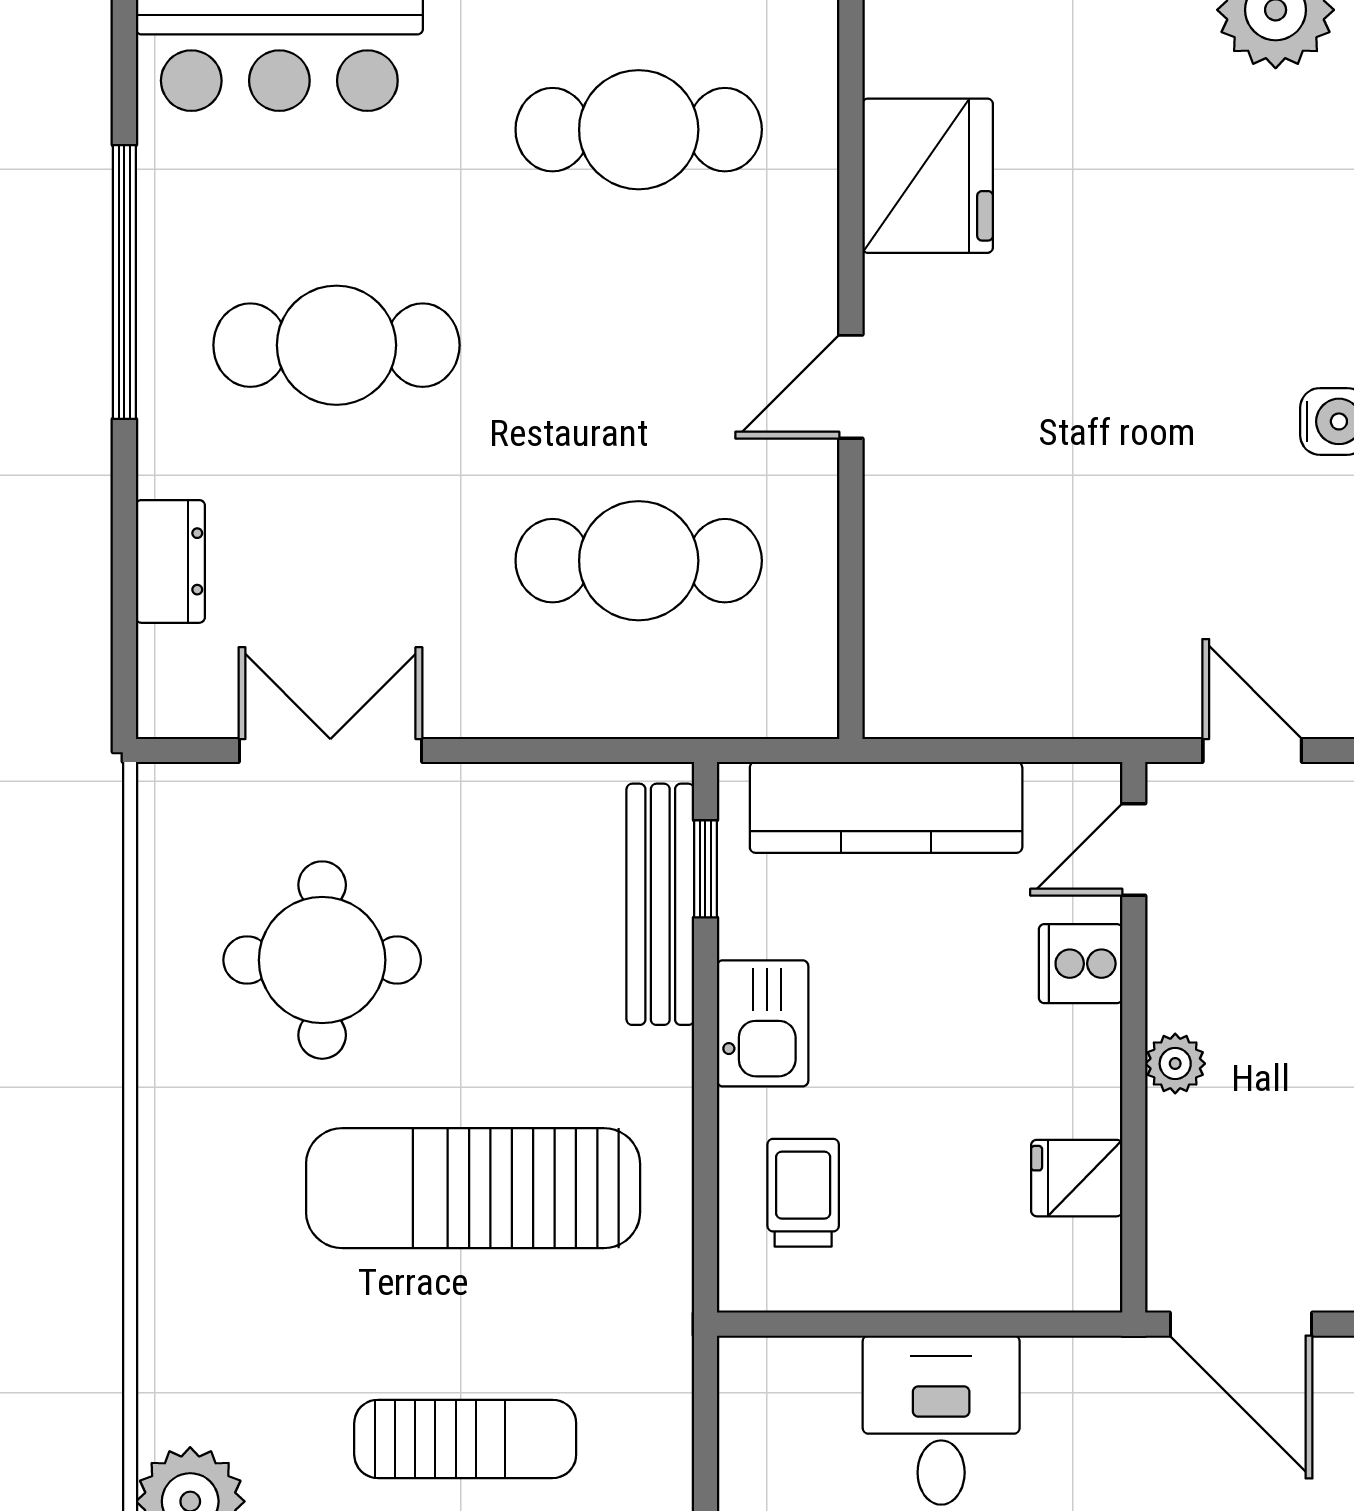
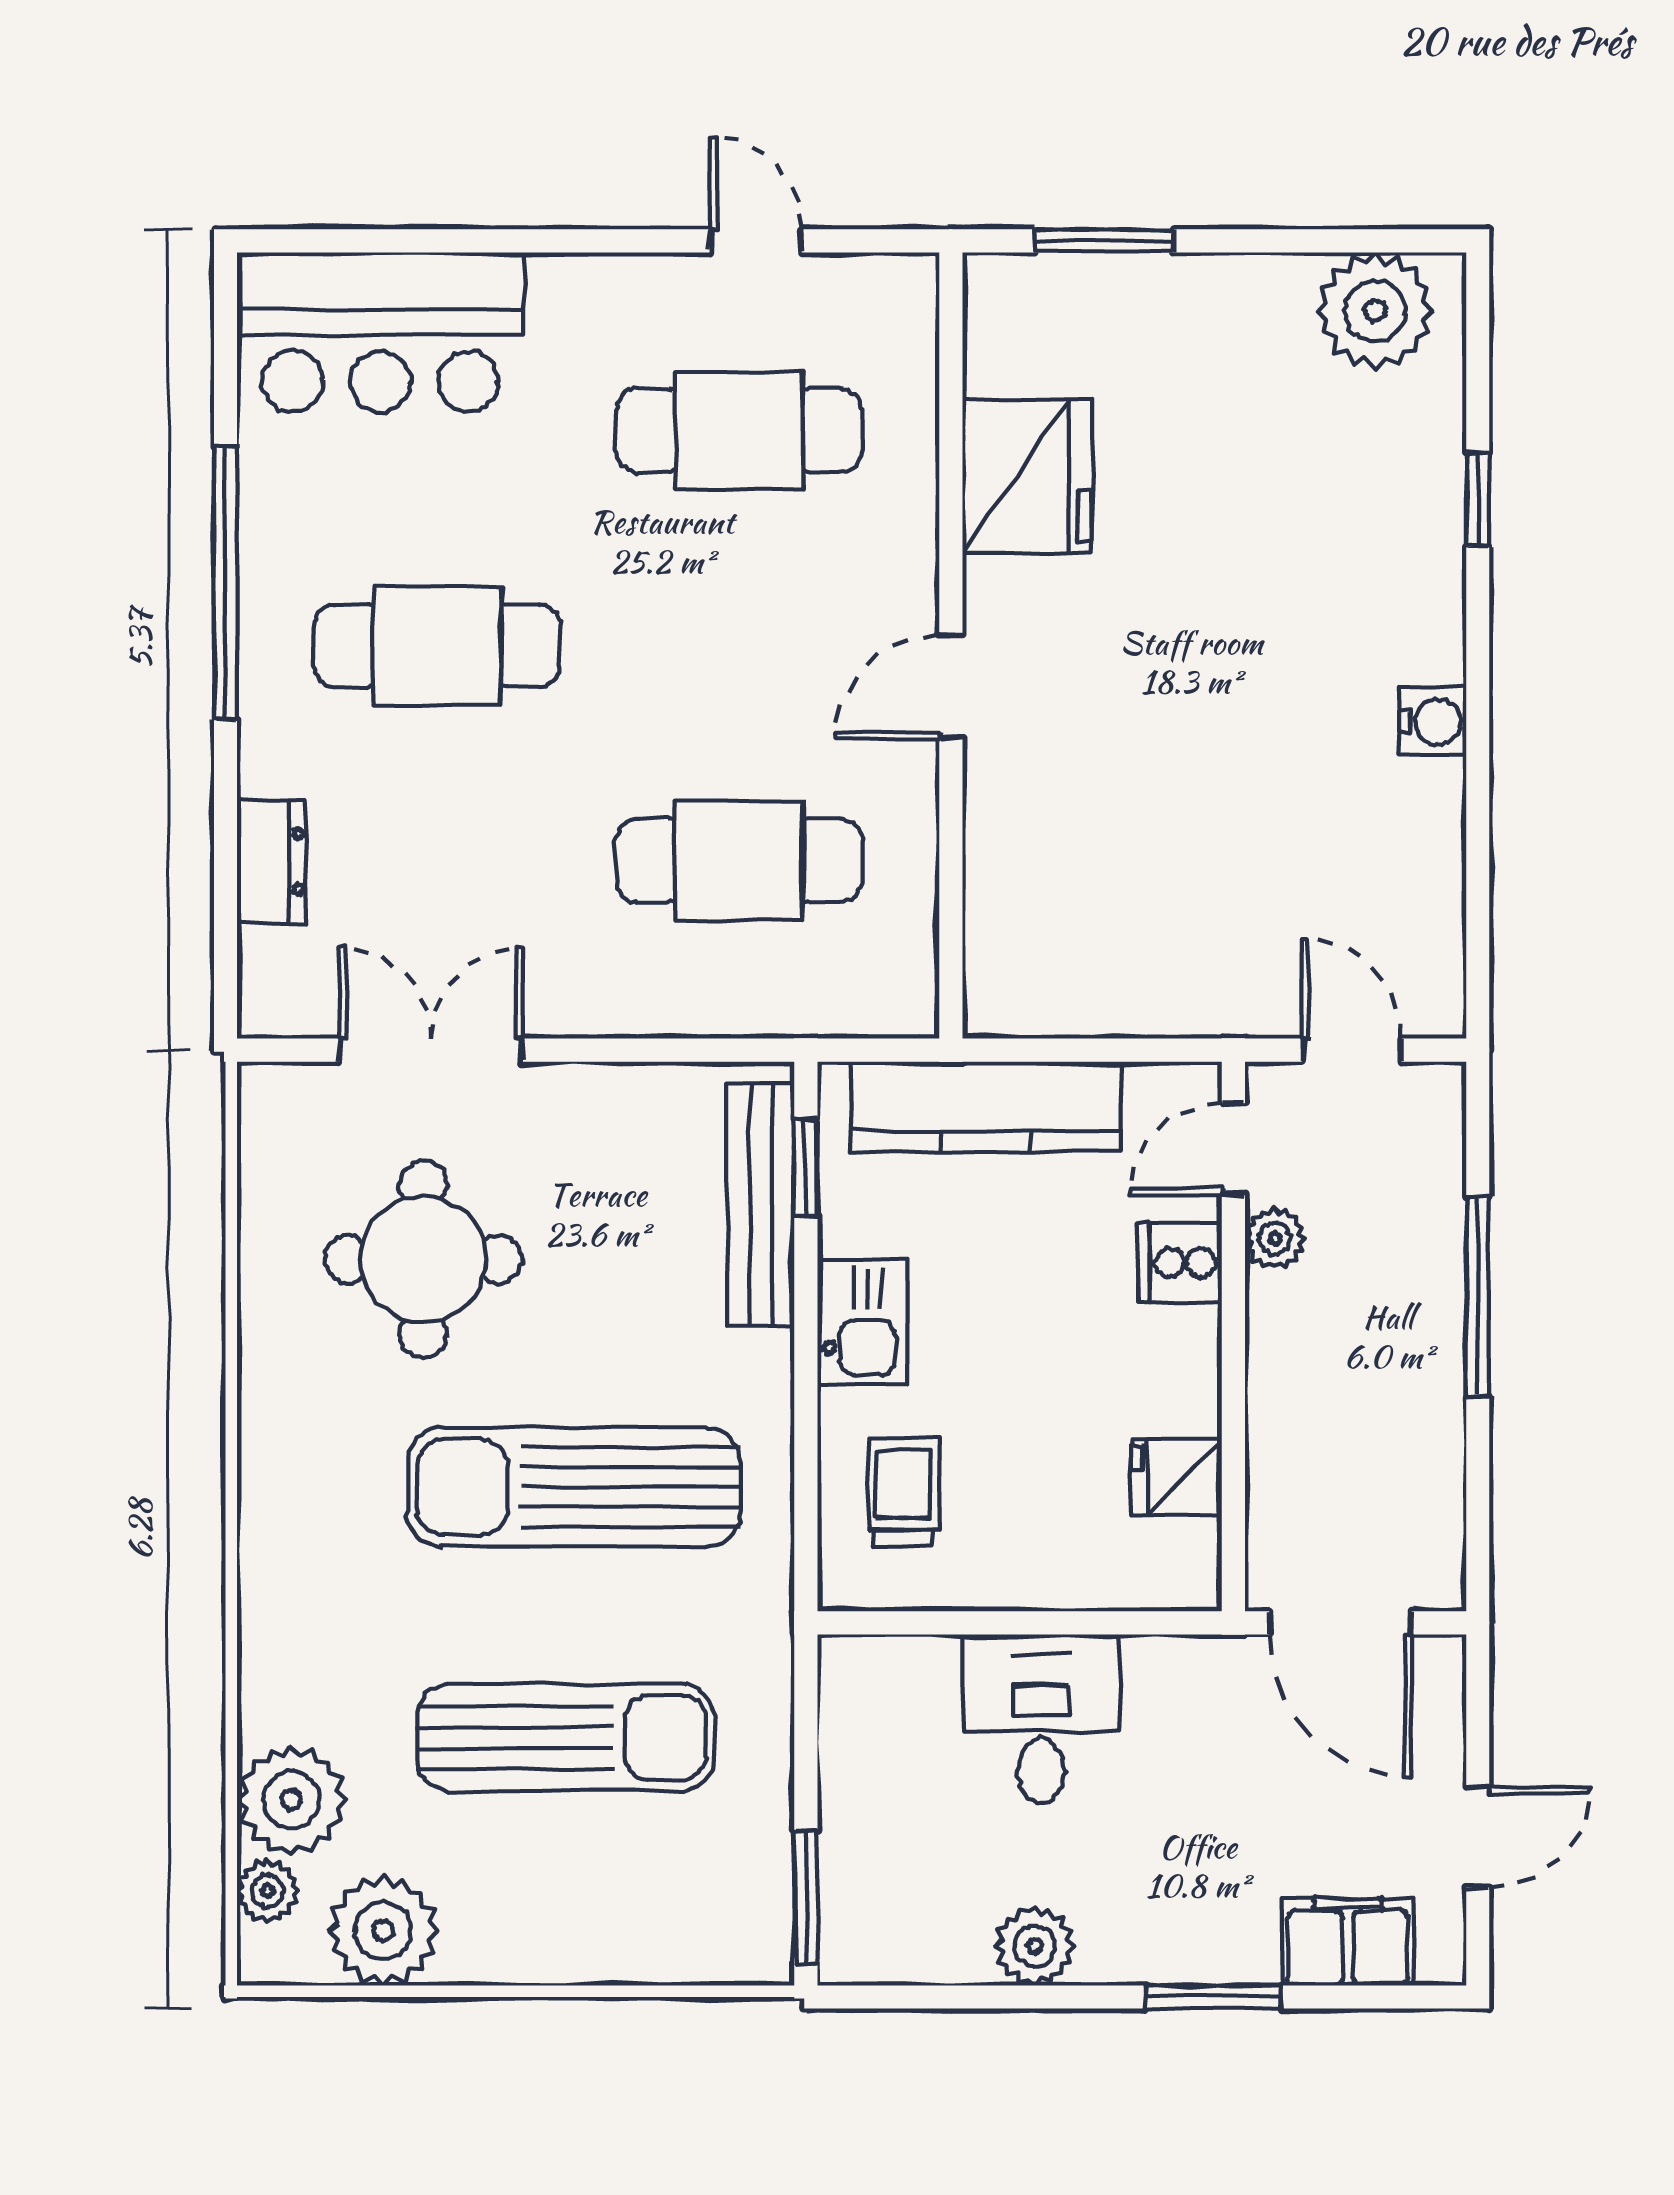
plant: (1175, 1064) -> (1275, 1239), moved
sun lounger: (465, 1439) -> (566, 1737), width x1.36, depth x1.34

